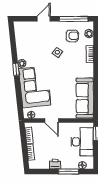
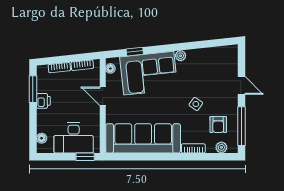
window: (16, 69) -> (135, 52), moved
sofa: (85, 98) -> (143, 138), width x1.36, depth x1.27
door: (52, 120) -> (103, 96), hinge flipped
window: (69, 172) -> (33, 89), moved

